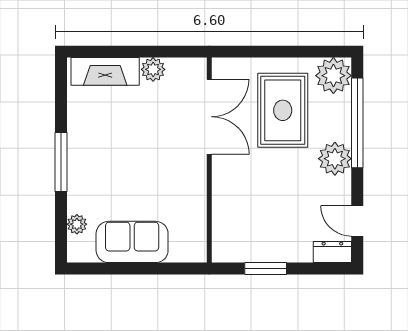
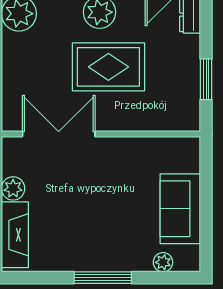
rug: (283, 110) -> (108, 67), moved

